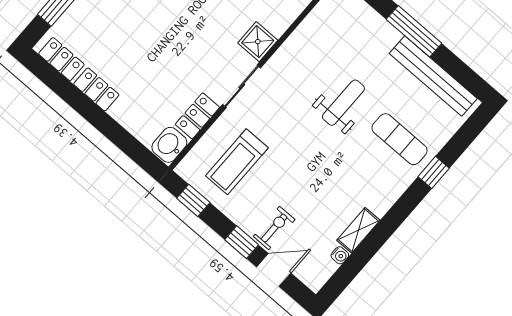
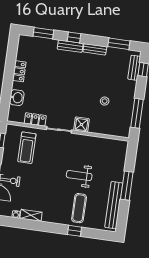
locker: (61, 59) -> (22, 49), removed
weight bench: (343, 103) -> (79, 176), turned 180
washbasin: (169, 145) -> (17, 98), moved, turned 90
treadmill: (237, 162) -> (27, 148), turned -90

